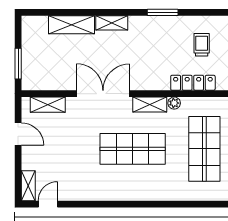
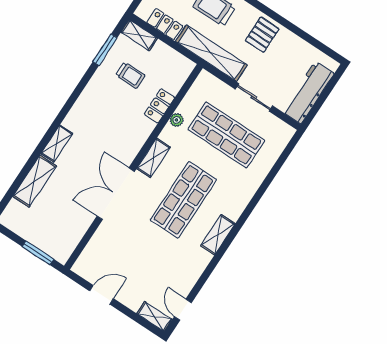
window: (163, 12) -> (105, 50), moved
trolley: (202, 45) -> (130, 75), turned 180
locker: (193, 83) -> (160, 106), width x0.66
plant: (174, 103) -> (177, 120), moved
shelving: (48, 105) -> (218, 235), moved

